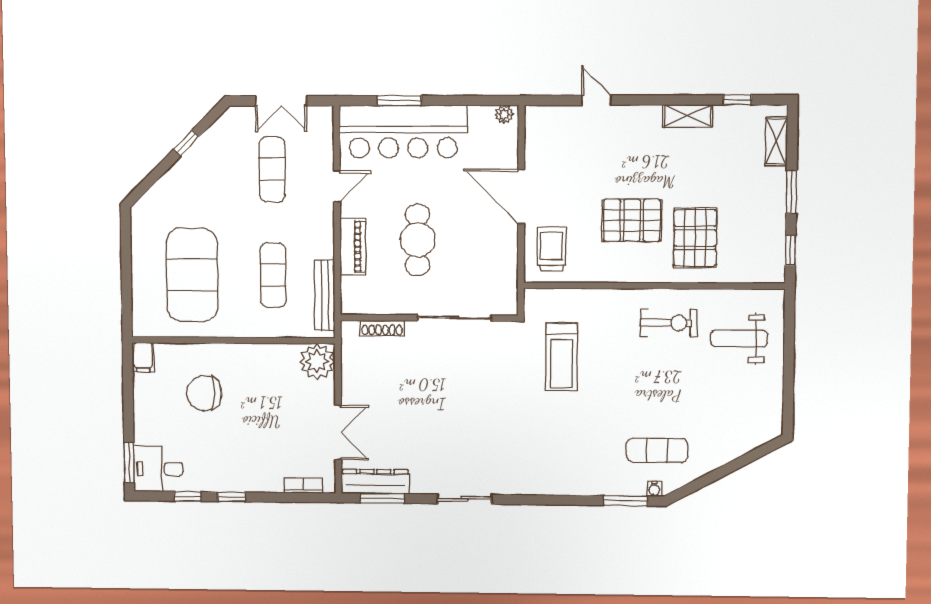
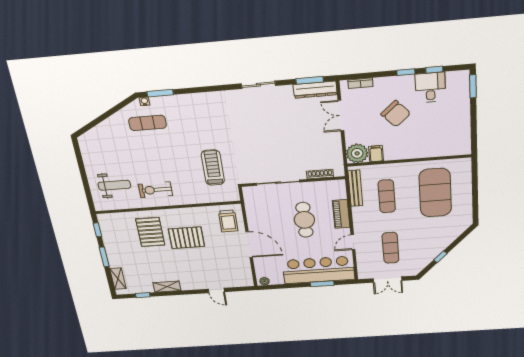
double door: (281, 101) -> (388, 280), swing flipped
filing cabinet: (143, 357) -> (376, 154), moved
chair: (204, 393) -> (396, 114), moved, turned 48
desk: (158, 469) -> (430, 87), moved, turned -90

